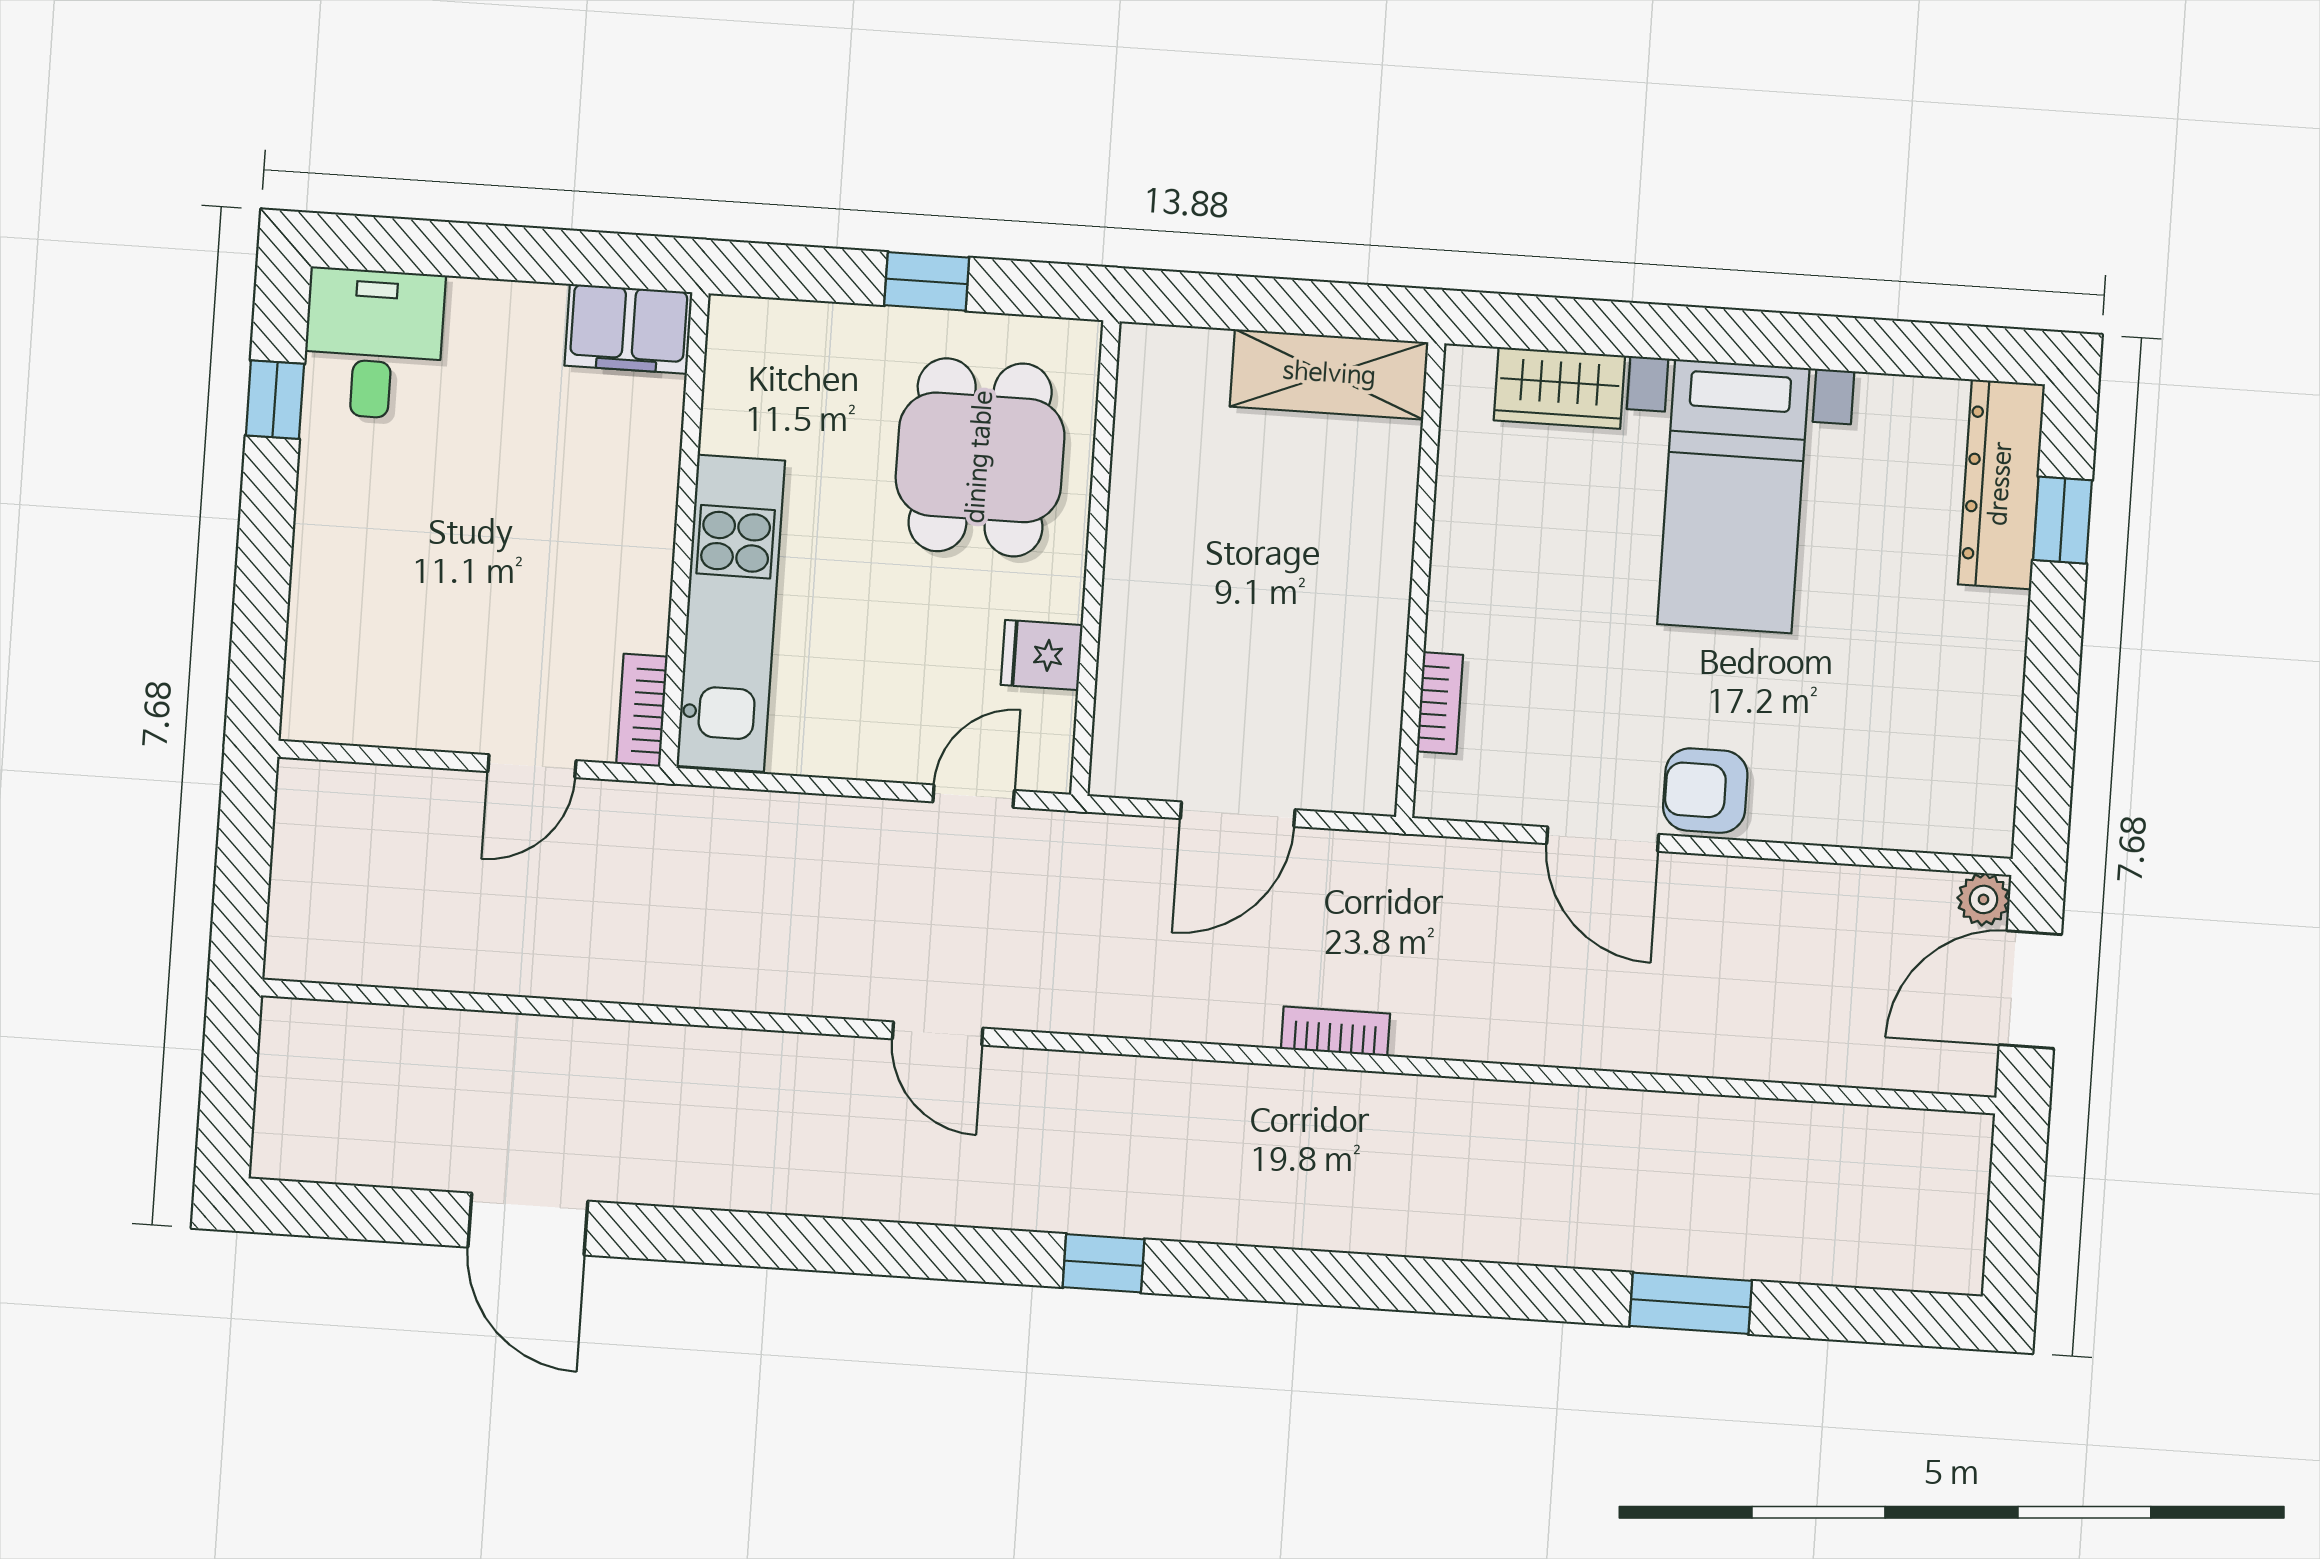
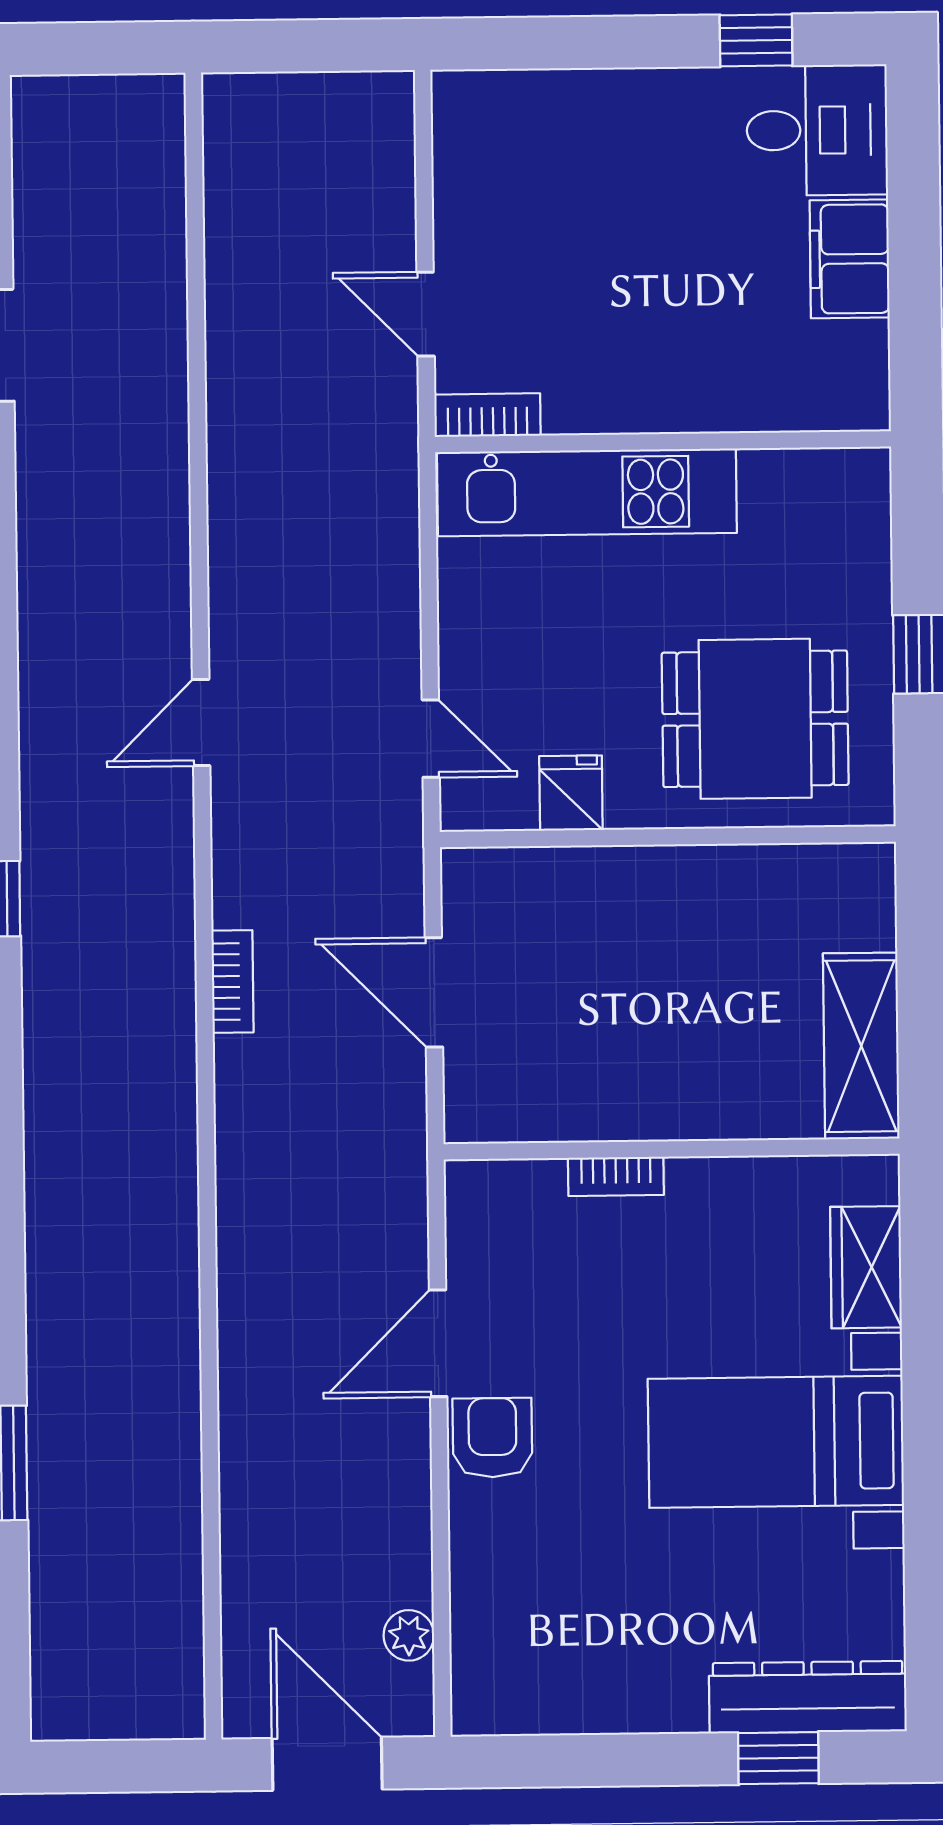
filing cabinet: (628, 329) -> (850, 259), moved
bookcase: (1440, 703) -> (616, 1176), moved
plant: (1984, 899) -> (409, 1635), moved
bookcase: (1335, 1031) -> (232, 981), moved

